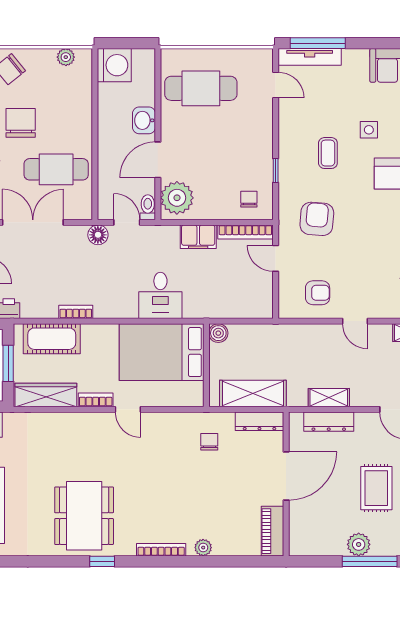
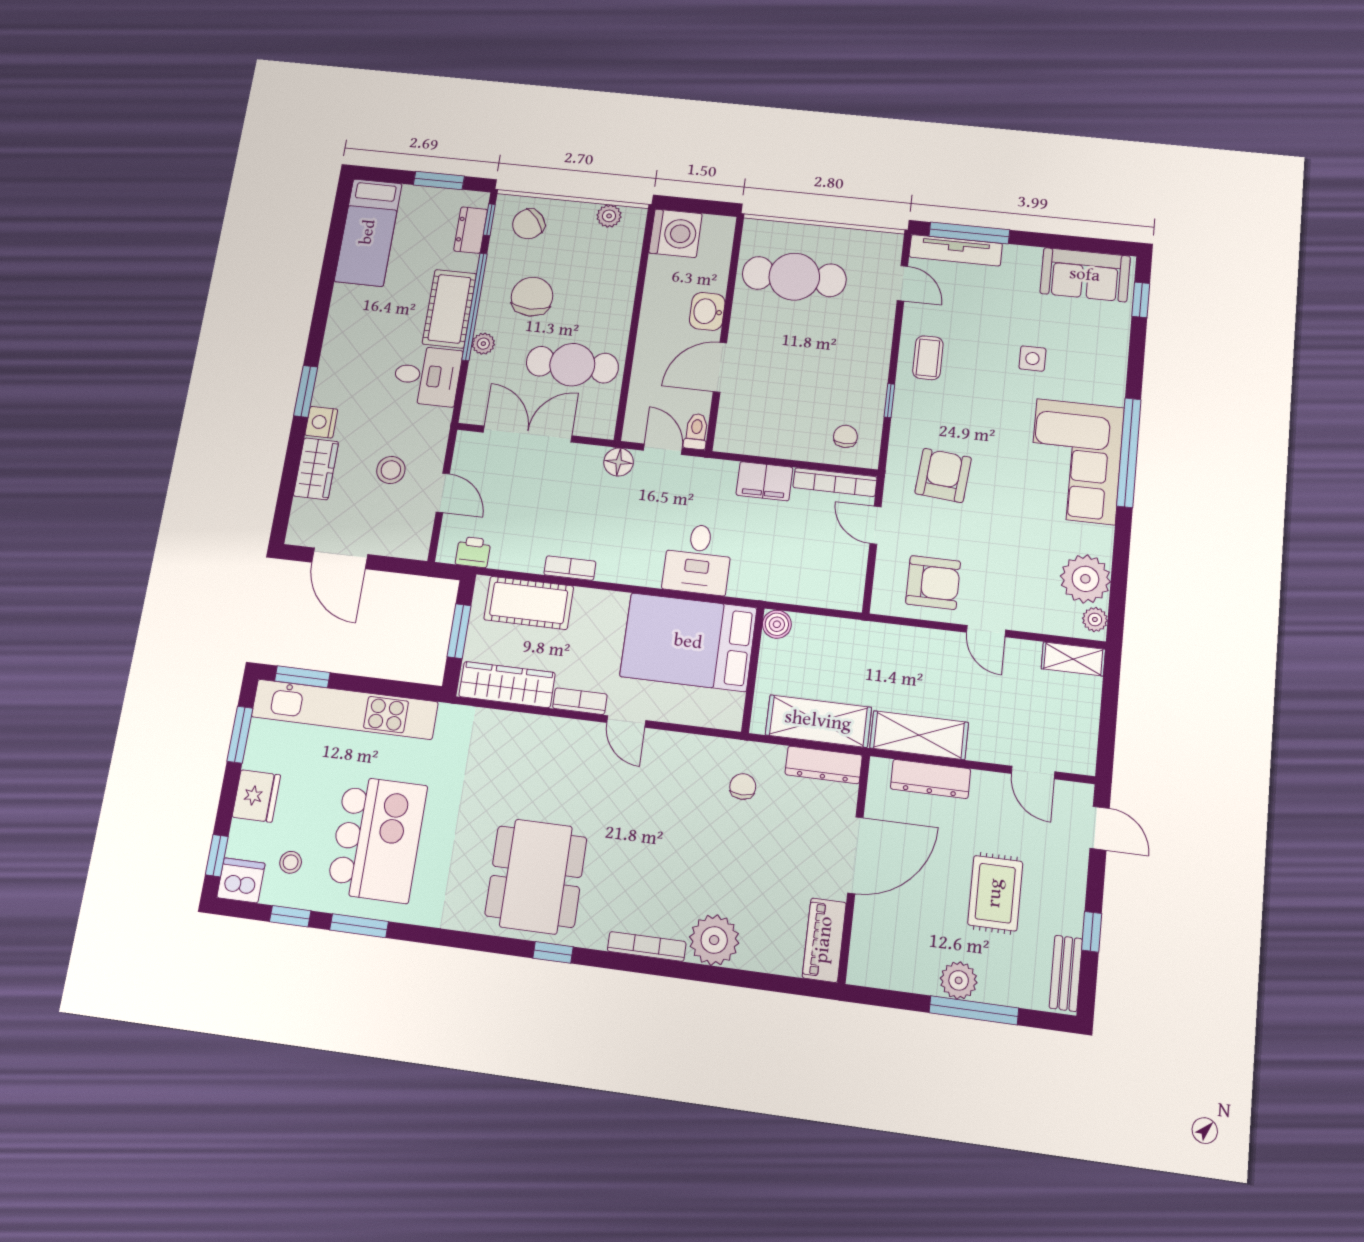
coffee table: (328, 153) -> (928, 358), moved
plant: (177, 198) -> (740, 423), removed
armchair: (318, 293) -> (933, 582), width x1.38, depth x1.38
shelving: (329, 398) -> (919, 735), width x1.50, depth x1.33
plant: (203, 548) -> (714, 940), width x1.88, depth x1.88

